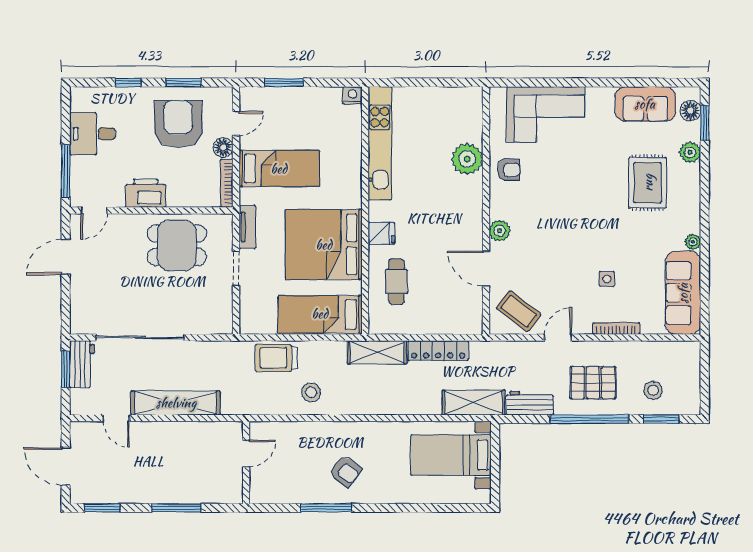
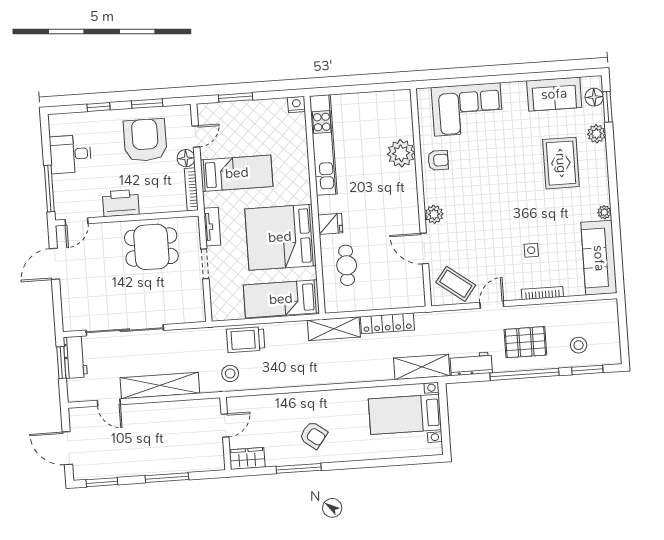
stool: (311, 392) -> (230, 373), moved
wardrobe: (269, 492) -> (247, 458), added

